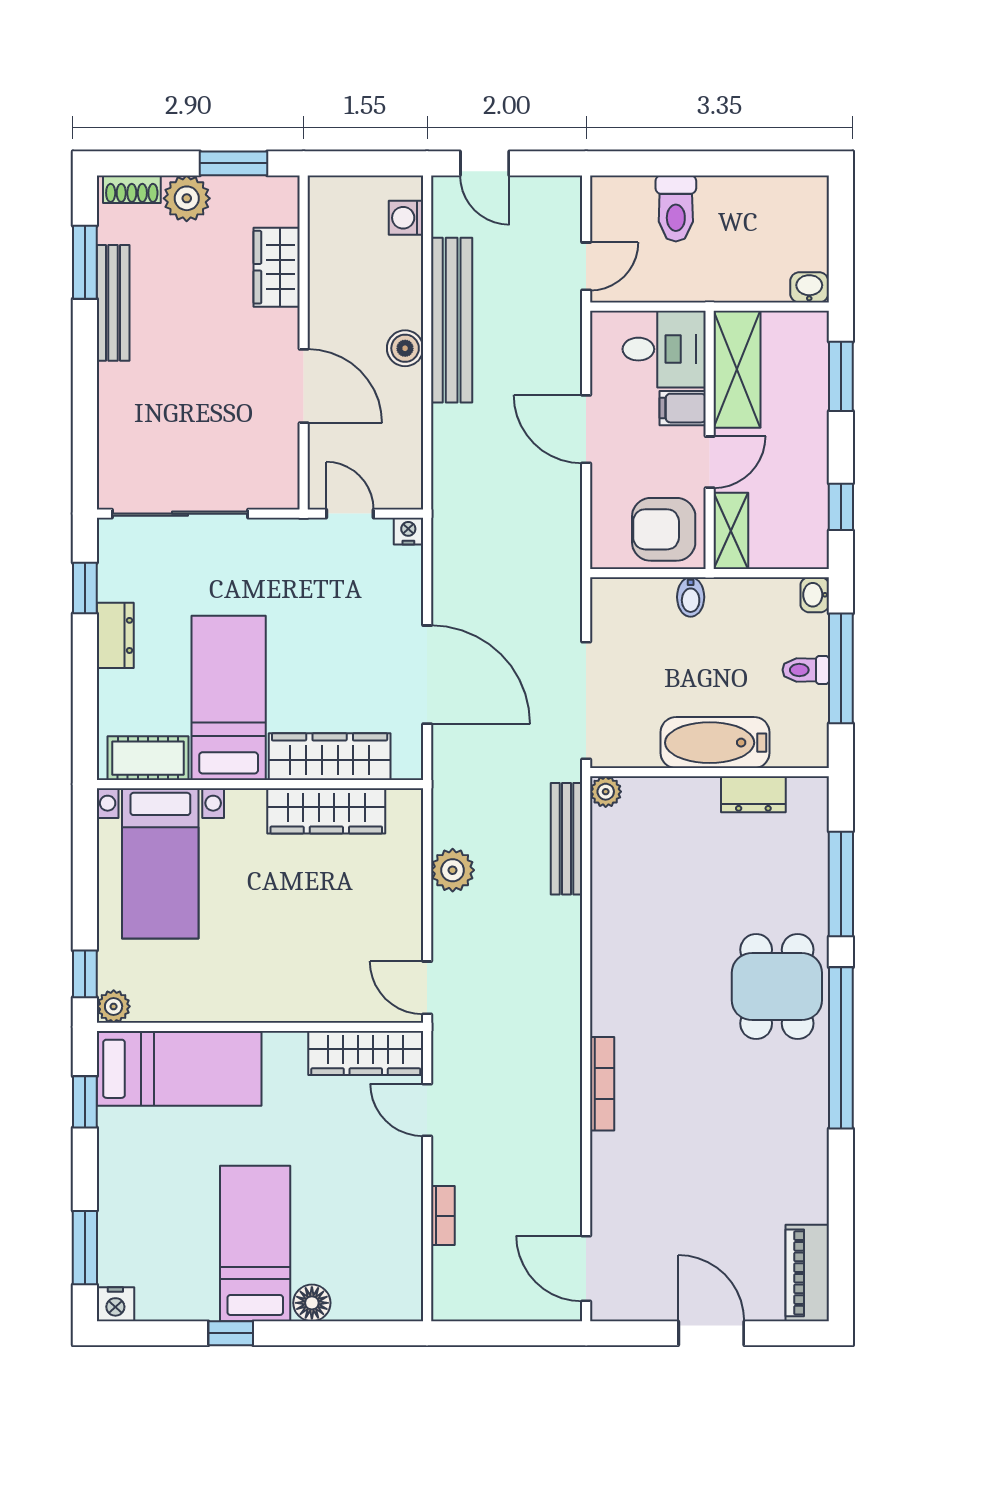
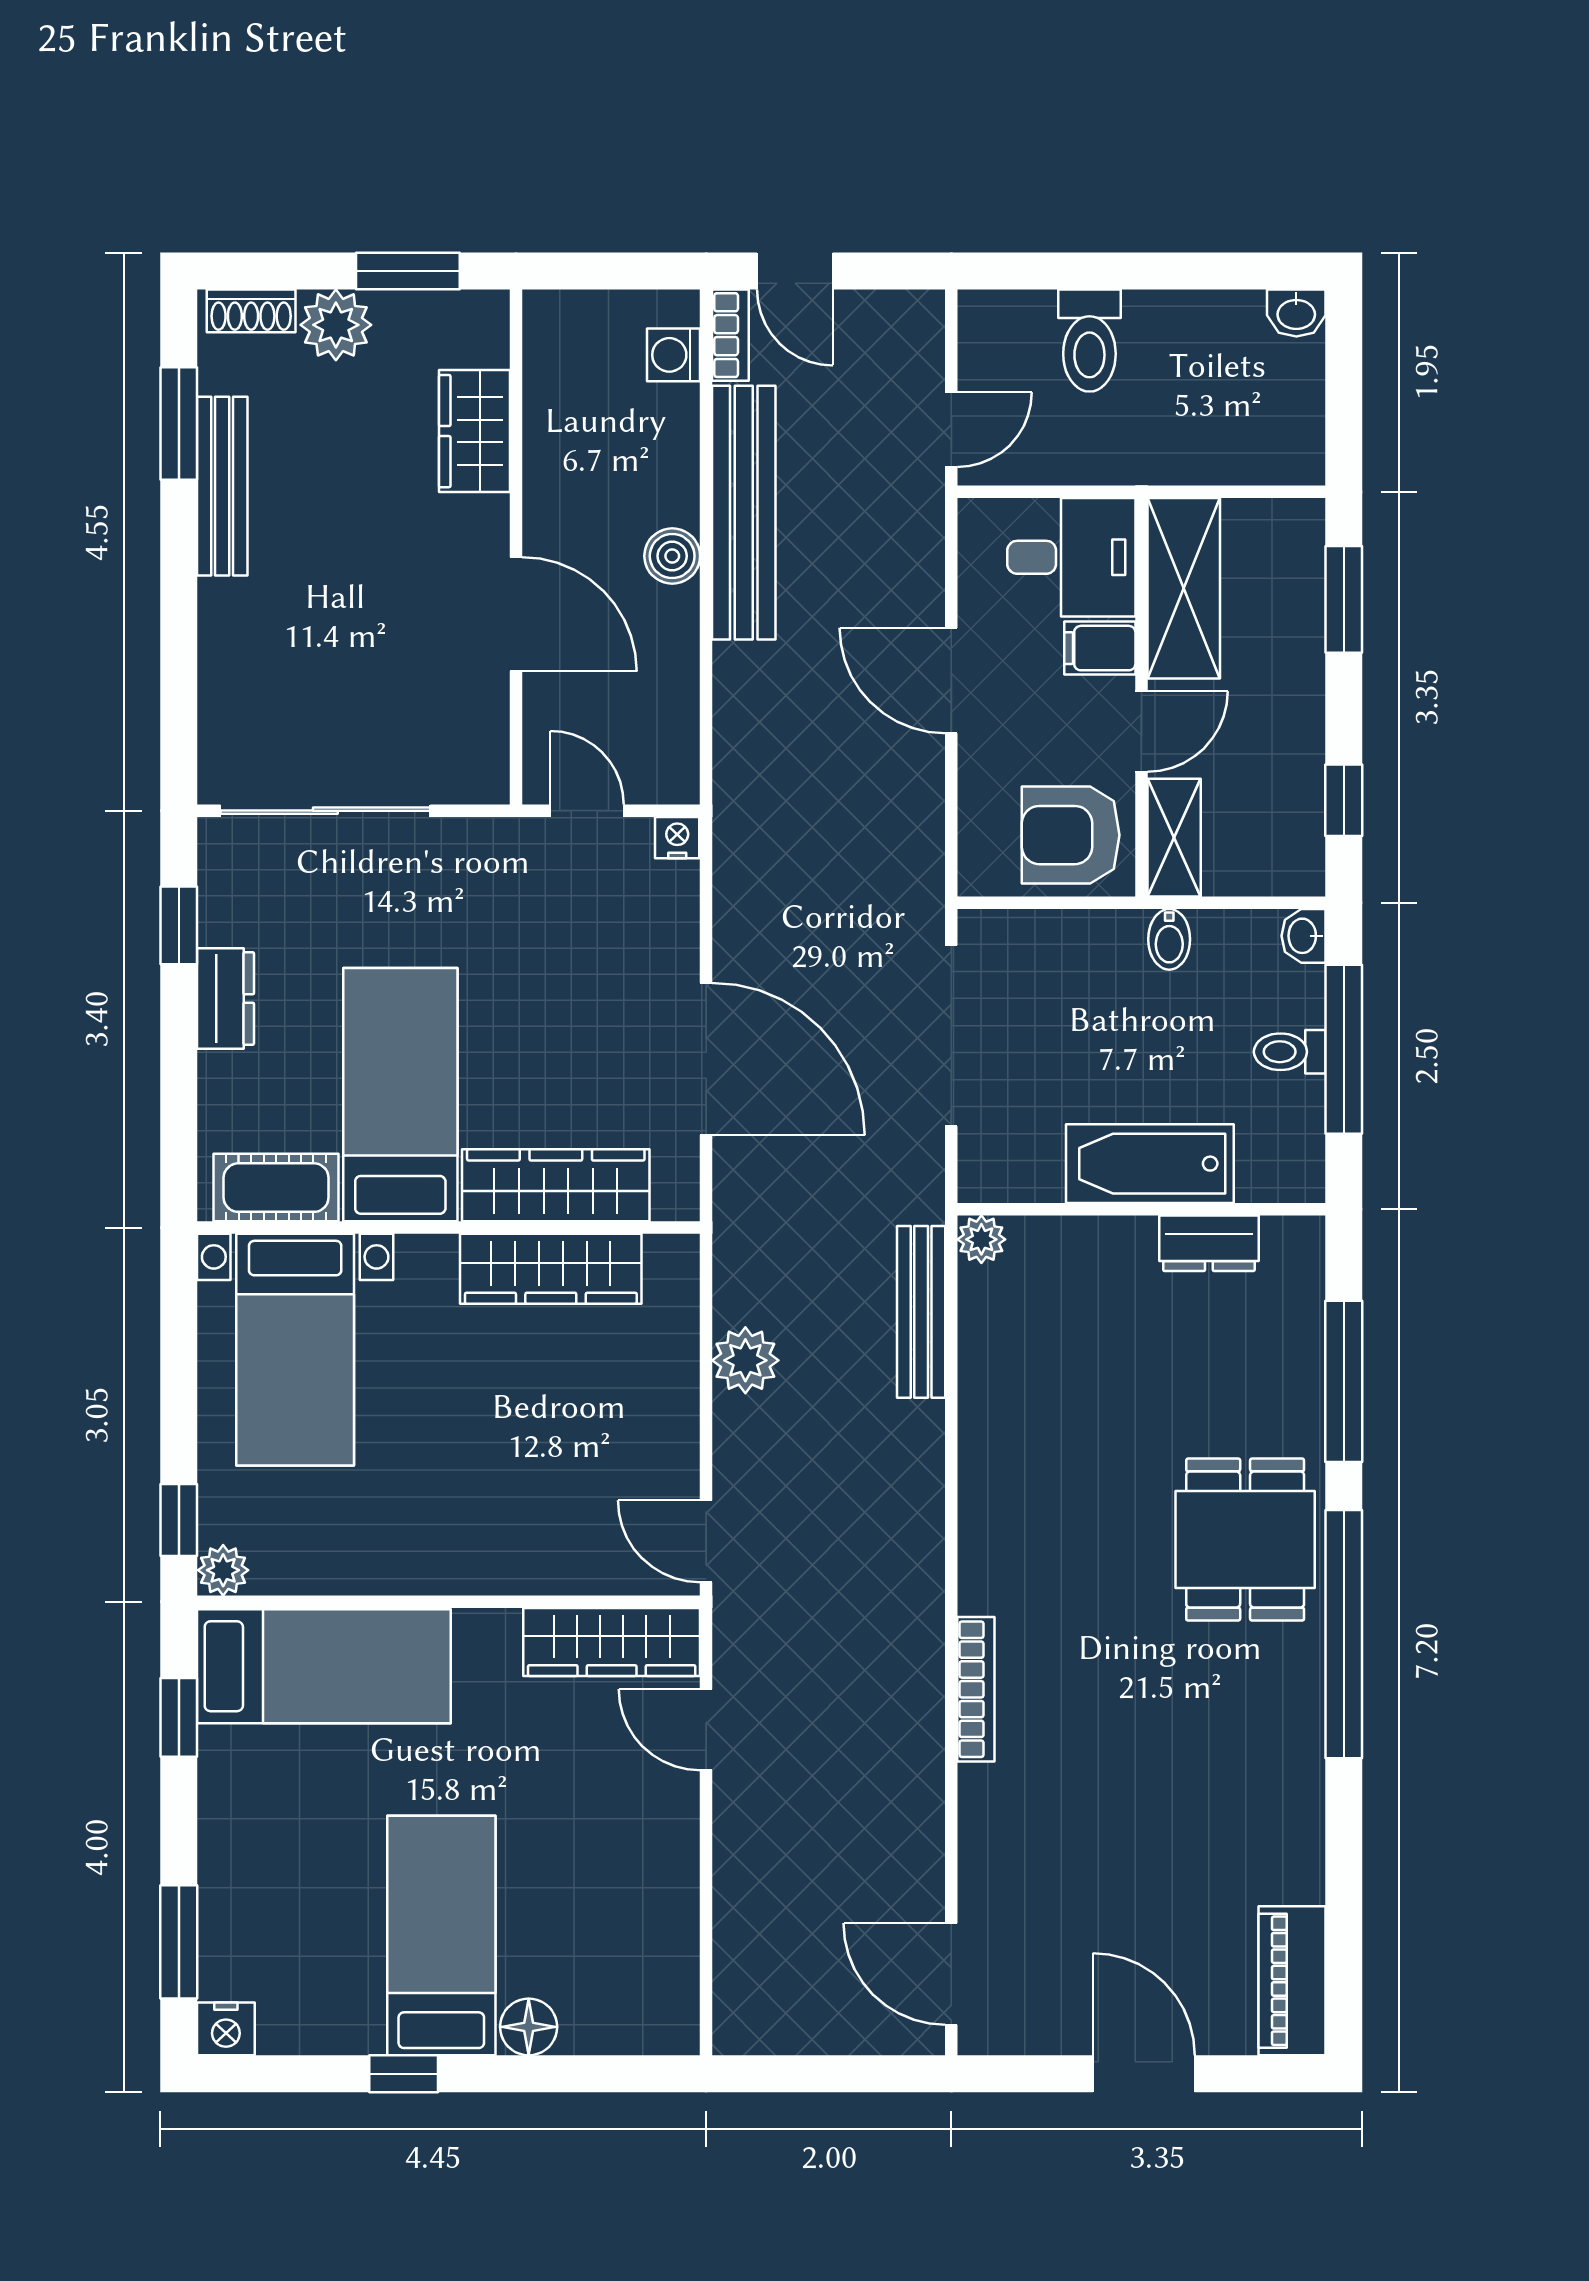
washbasin: (809, 287) -> (1296, 313), moved, turned 180
bidet: (691, 597) -> (1169, 939), moved
doorway: (586, 701) -> (951, 1036), moved
bookcase: (443, 1216) -> (730, 335), moved

